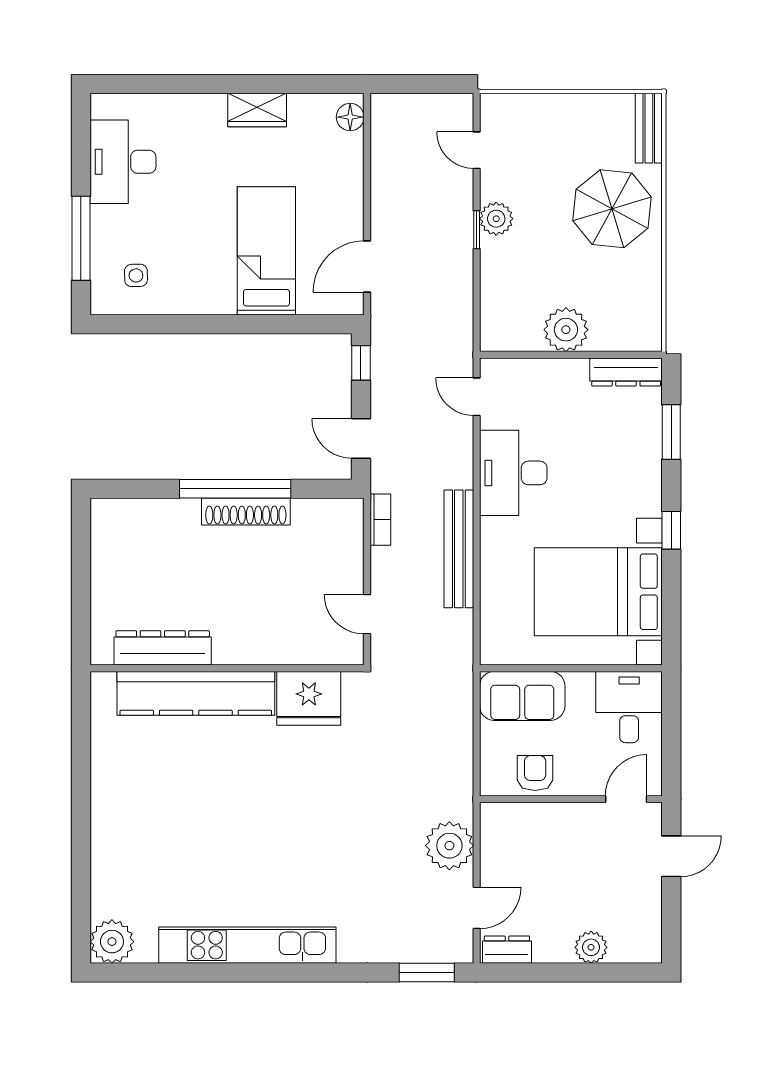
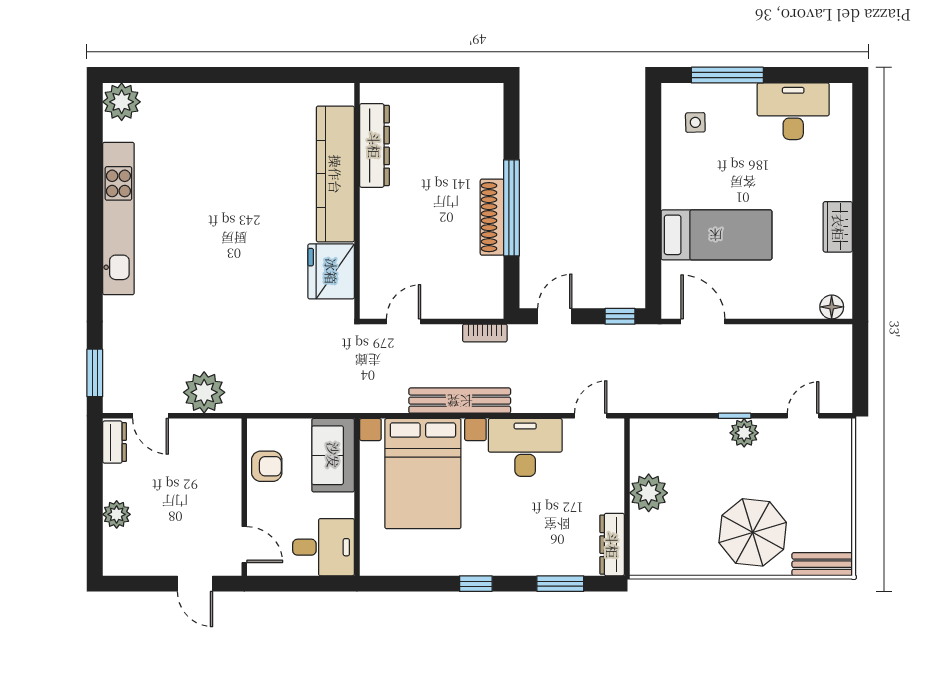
bed with nightstands: (598, 592) -> (423, 474), moved, turned 180

